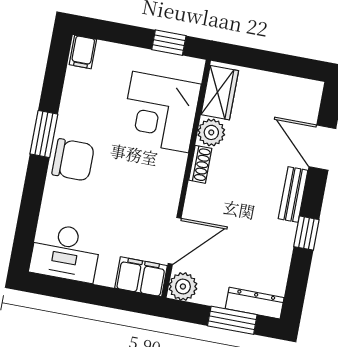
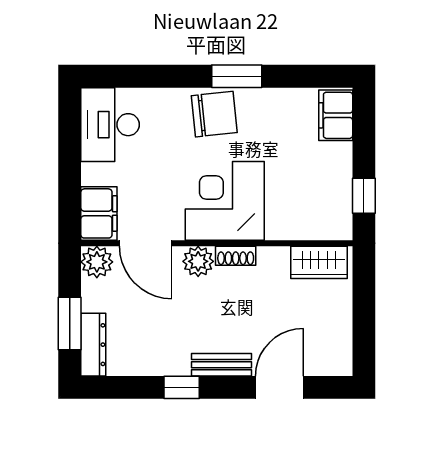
filing cabinet: (83, 52) -> (336, 115), width x2.00
corner desk: (161, 112) -> (225, 201), moved
plant: (211, 132) -> (198, 261), moved
chair: (73, 160) -> (214, 114), turned -96

